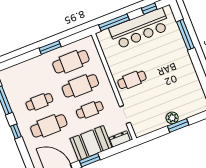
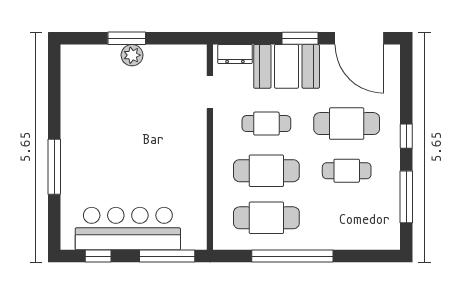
window: (185, 35) -> (54, 167), moved
window: (50, 47) -> (292, 256), width x2.11
cafe table: (132, 80) -> (175, 146), removed

